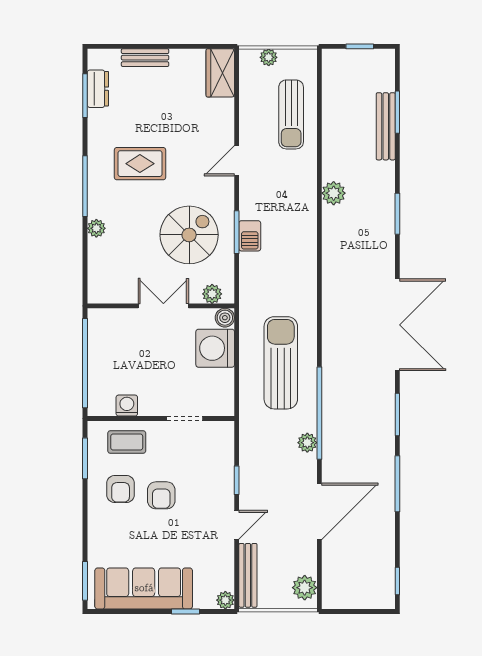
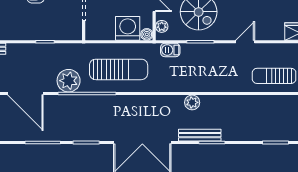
bench: (386, 126) -> (200, 135), moved
door: (237, 161) -> (245, 42), hinge flipped
plant: (334, 193) -> (192, 102), moved
barbecue: (250, 236) -> (170, 50), moved
plant: (307, 443) -> (69, 81), width x1.87, depth x1.87
door: (237, 525) -> (17, 42), removed

